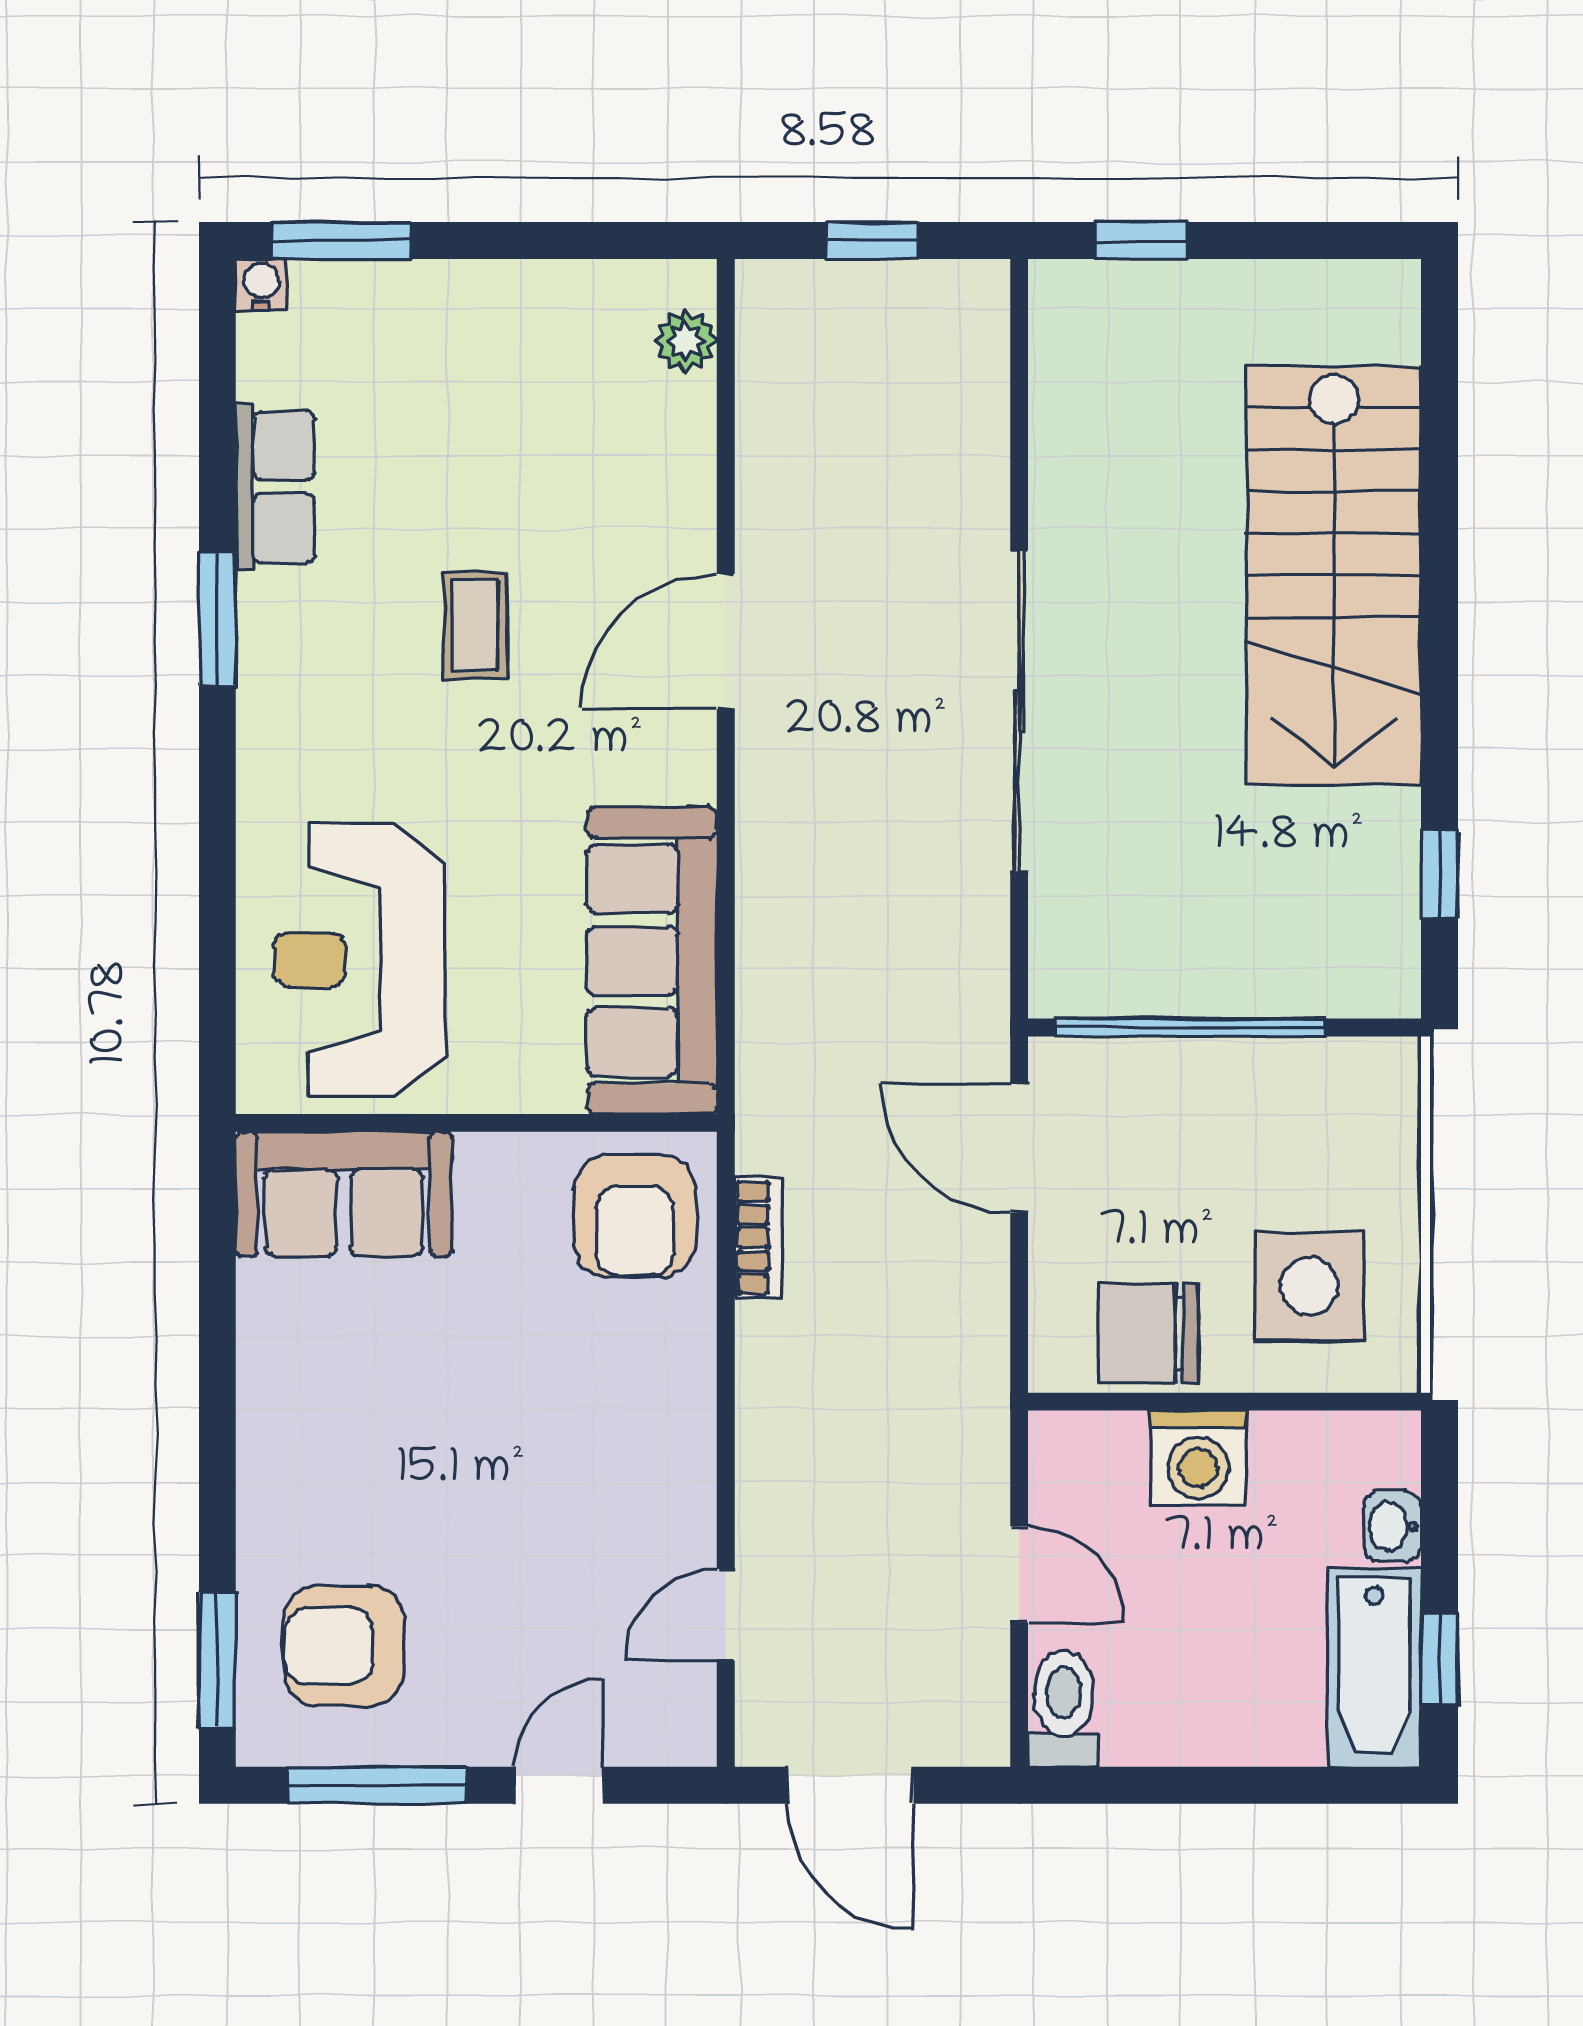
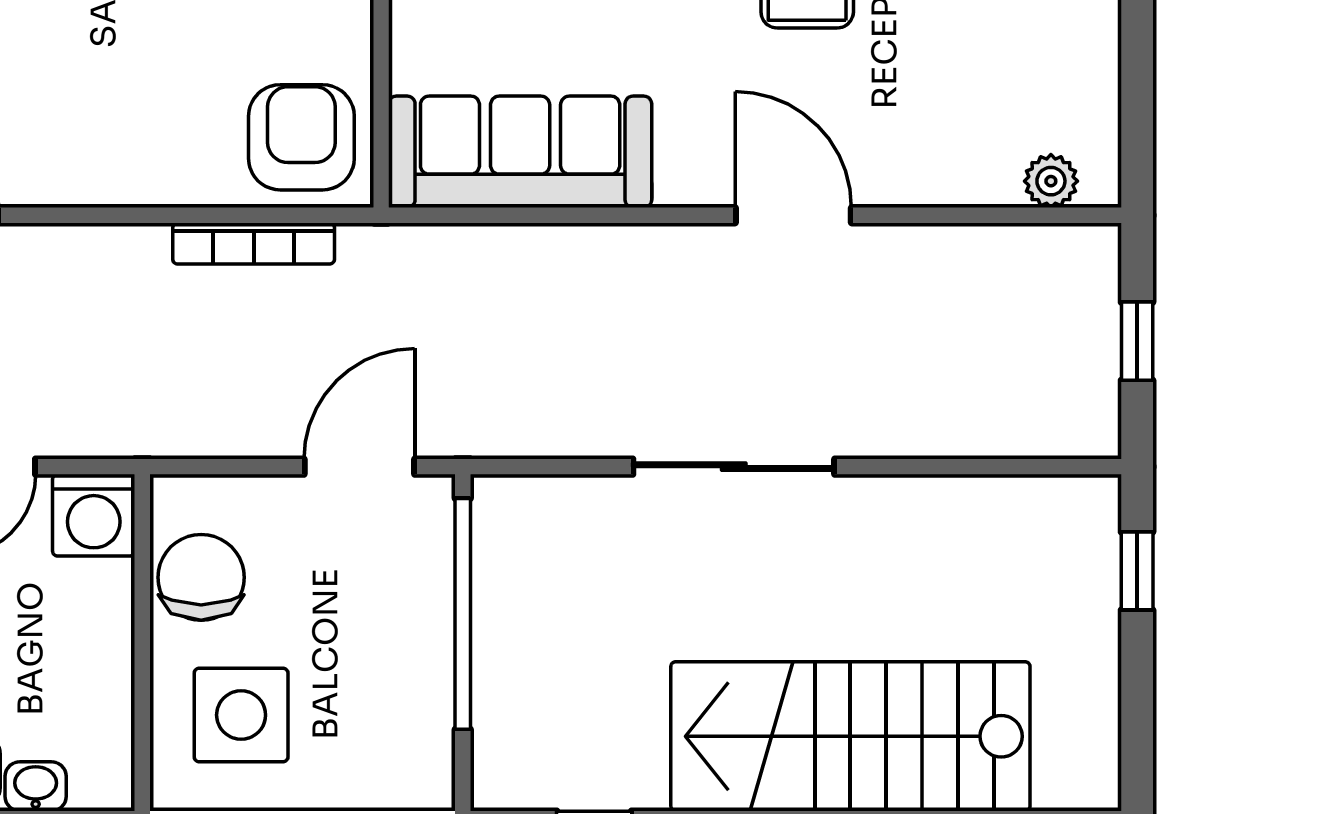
sliding door: (1019, 711) -> (734, 467), width x0.73
armchair: (635, 1216) -> (301, 137), turned 90
bookcase: (759, 1238) -> (254, 243), width x1.56
washing machine: (1198, 1458) -> (94, 515), moved, turned -90

